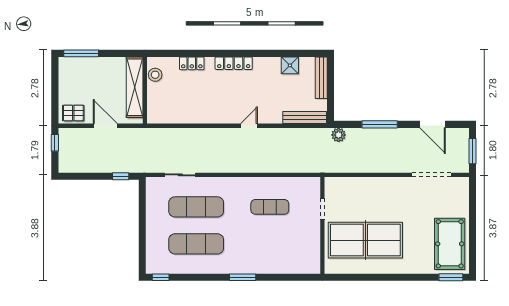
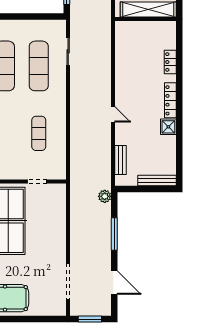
shower: (290, 65) -> (168, 127), moved
stool: (155, 75) -> (160, 28), removed
bench: (305, 118) -> (121, 160), width x0.73
door: (433, 124) -> (114, 283), swing flipped

